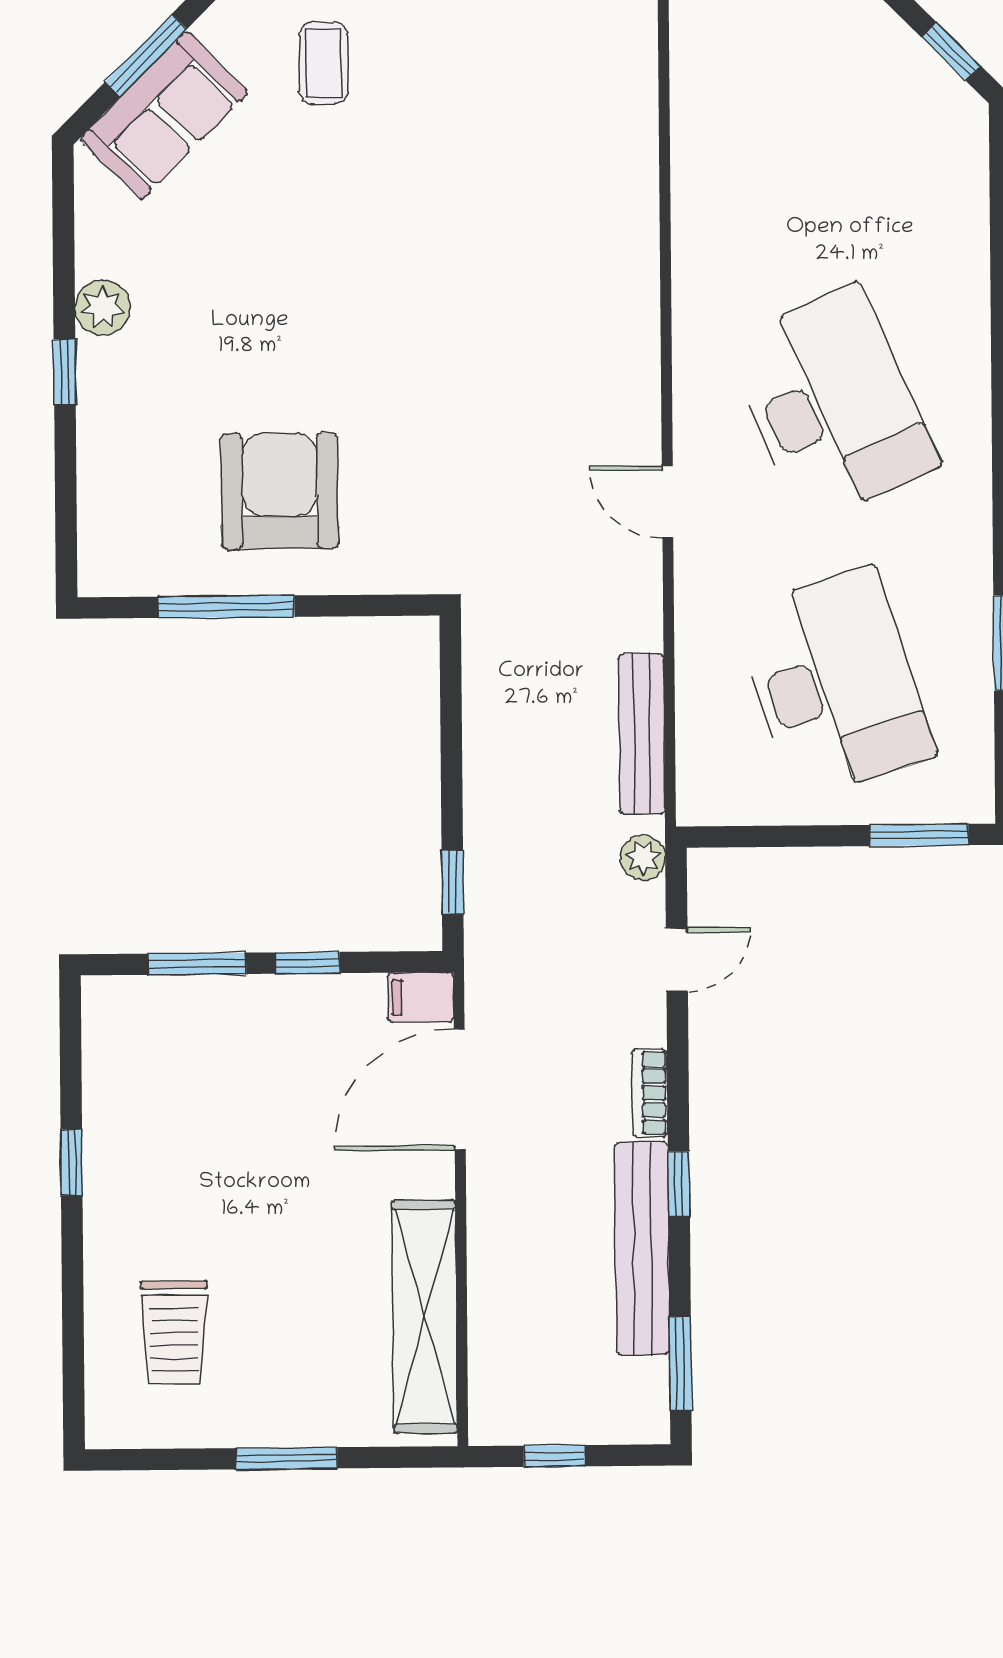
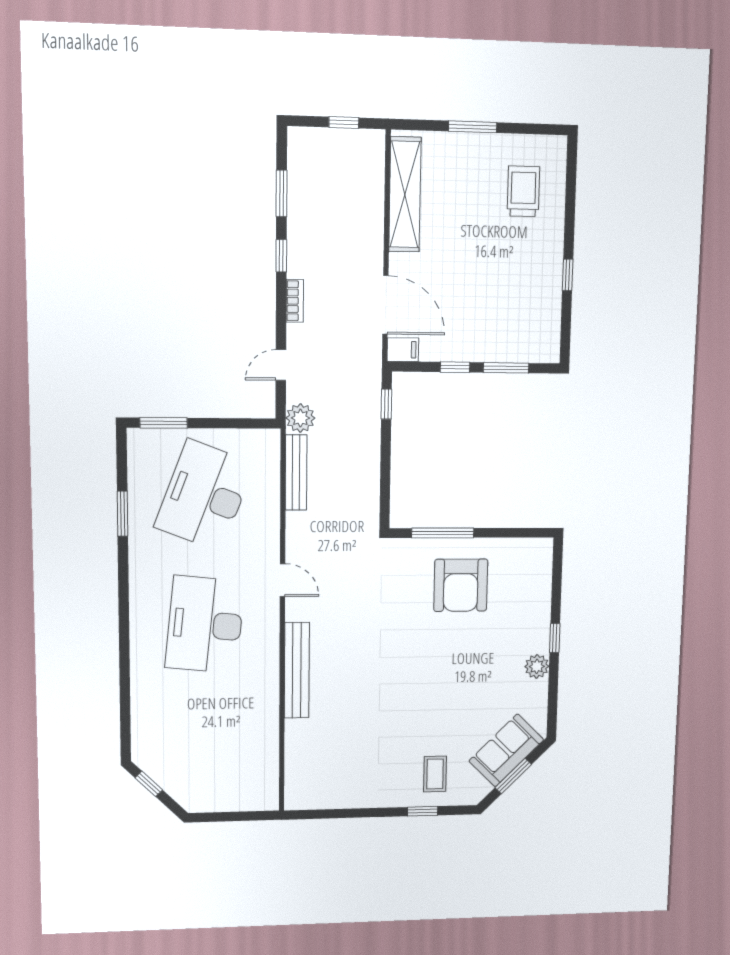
desk: (832, 404) -> (205, 625), turned 30
window: (226, 607) -> (443, 533), moved
desk: (834, 683) -> (204, 495), turned 39
plant: (643, 858) -> (300, 418), width x1.38, depth x1.38
door: (460, 1089) -> (385, 305), hinge flipped
bench: (642, 1248) -> (297, 670), moved
window: (680, 1364) -> (282, 193), moved

